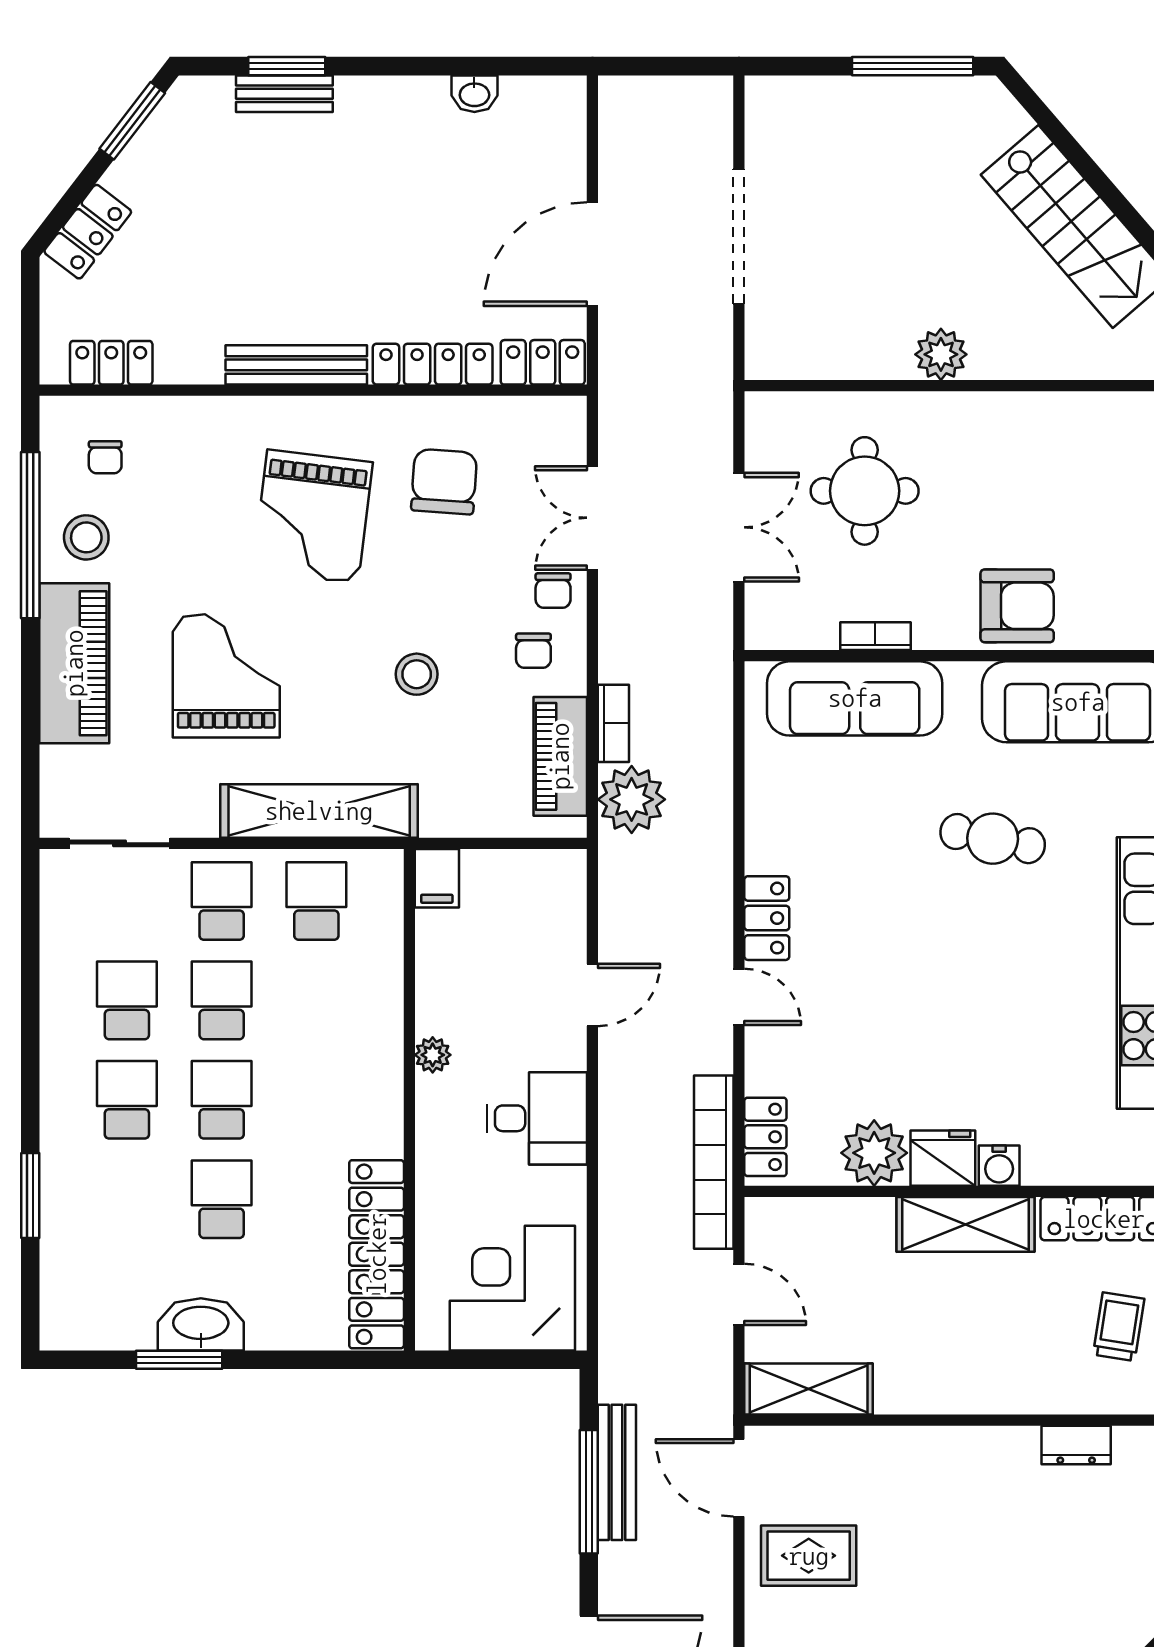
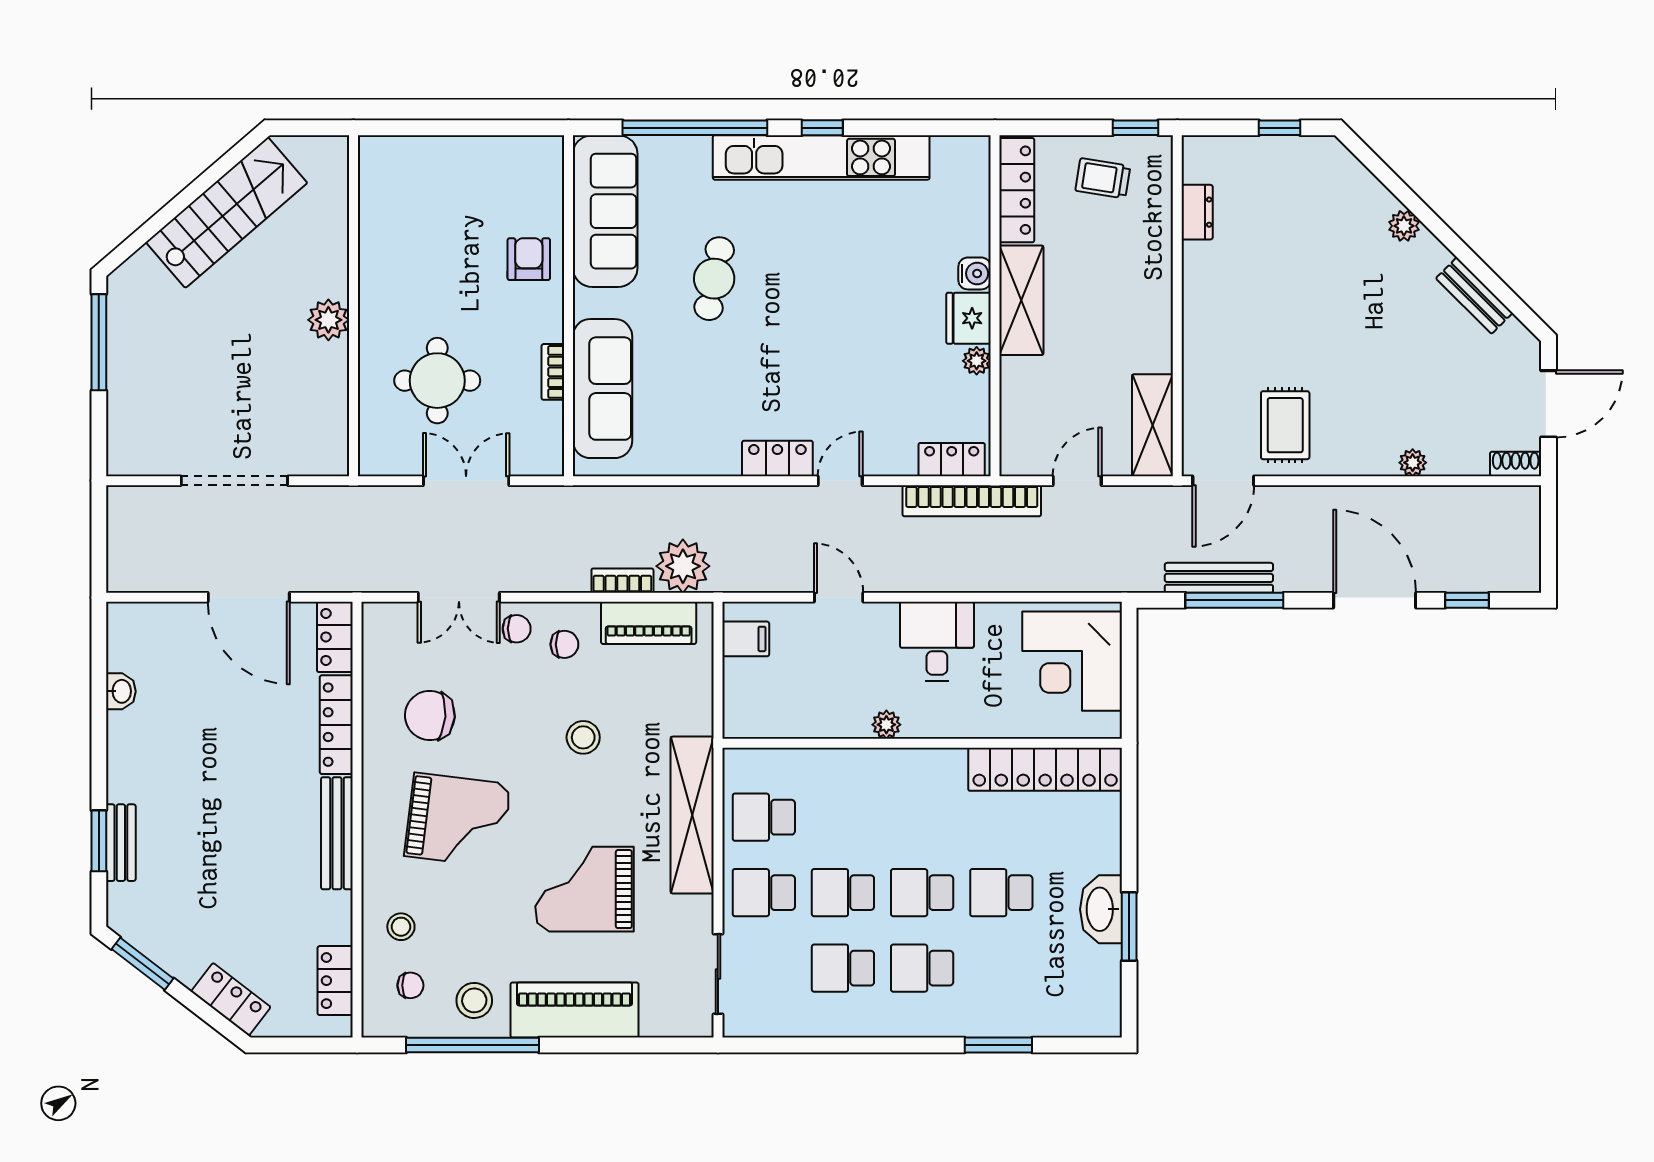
stool: (179, 445) -> (401, 927), added
armchair: (1017, 606) -> (529, 259), width x0.72, depth x0.72
filing cabinet: (437, 878) -> (746, 639), moved
plant: (874, 1153) -> (977, 361), width x0.53, depth x0.53

